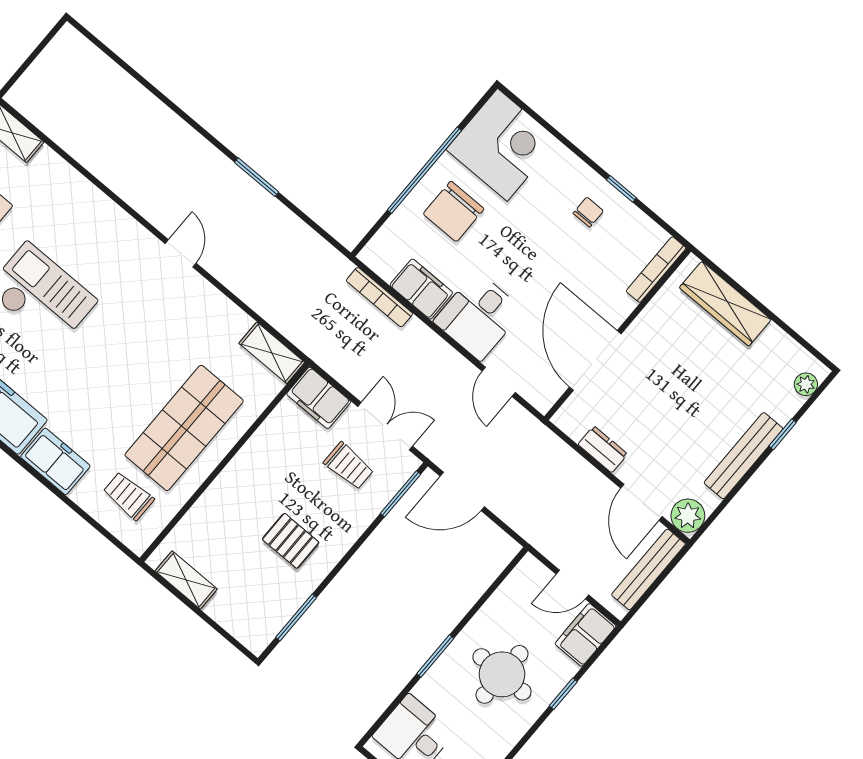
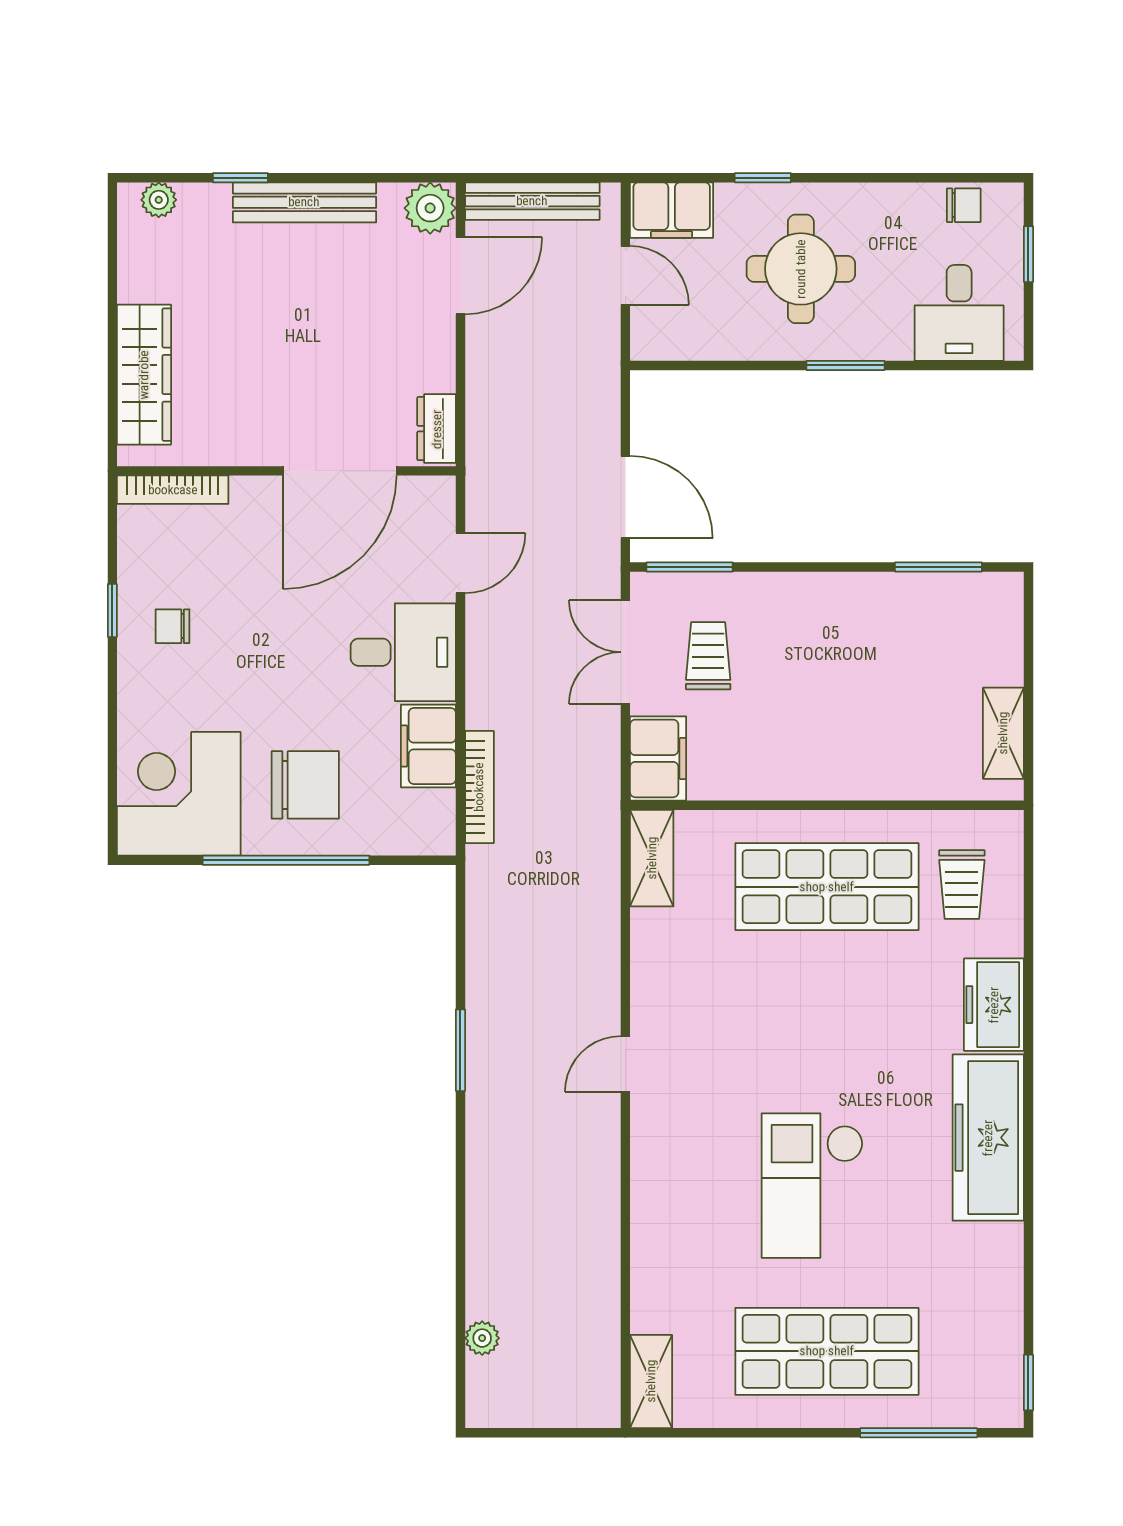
plant: (105, 67) -> (482, 1338), added
dresser: (603, 449) -> (437, 429), moved
pallet: (291, 541) -> (854, 649), removed

